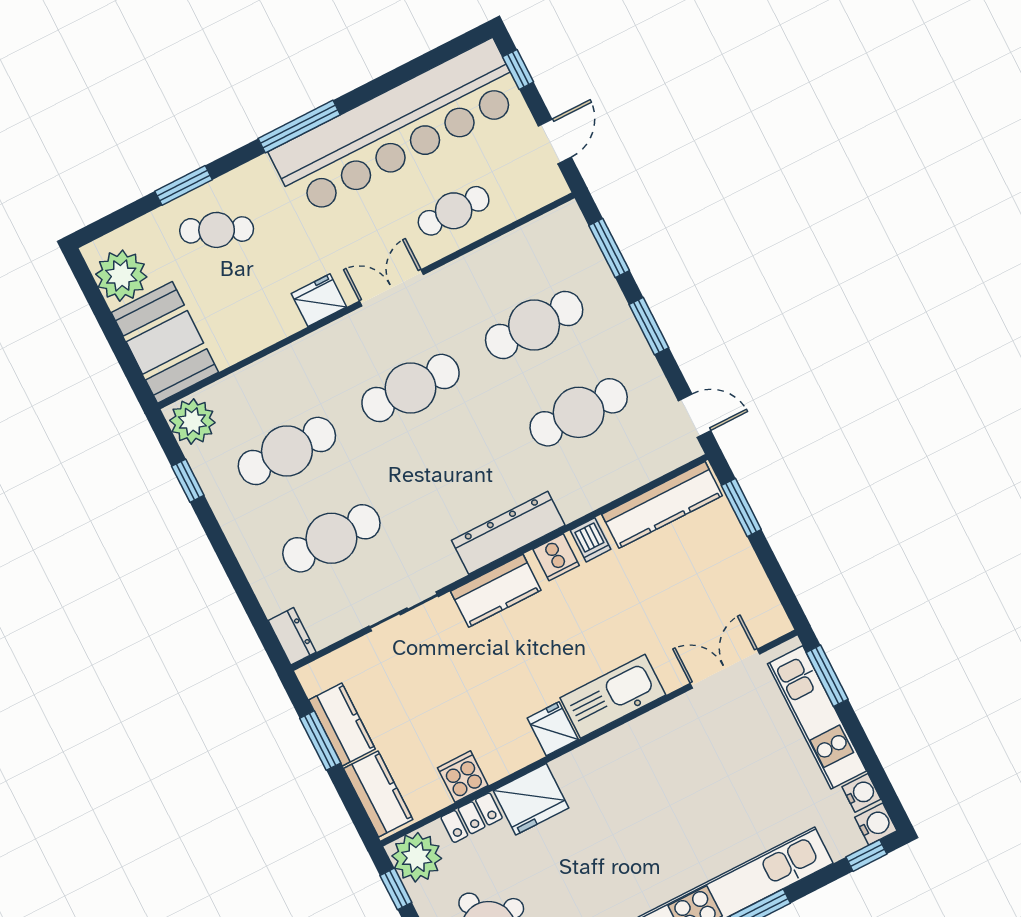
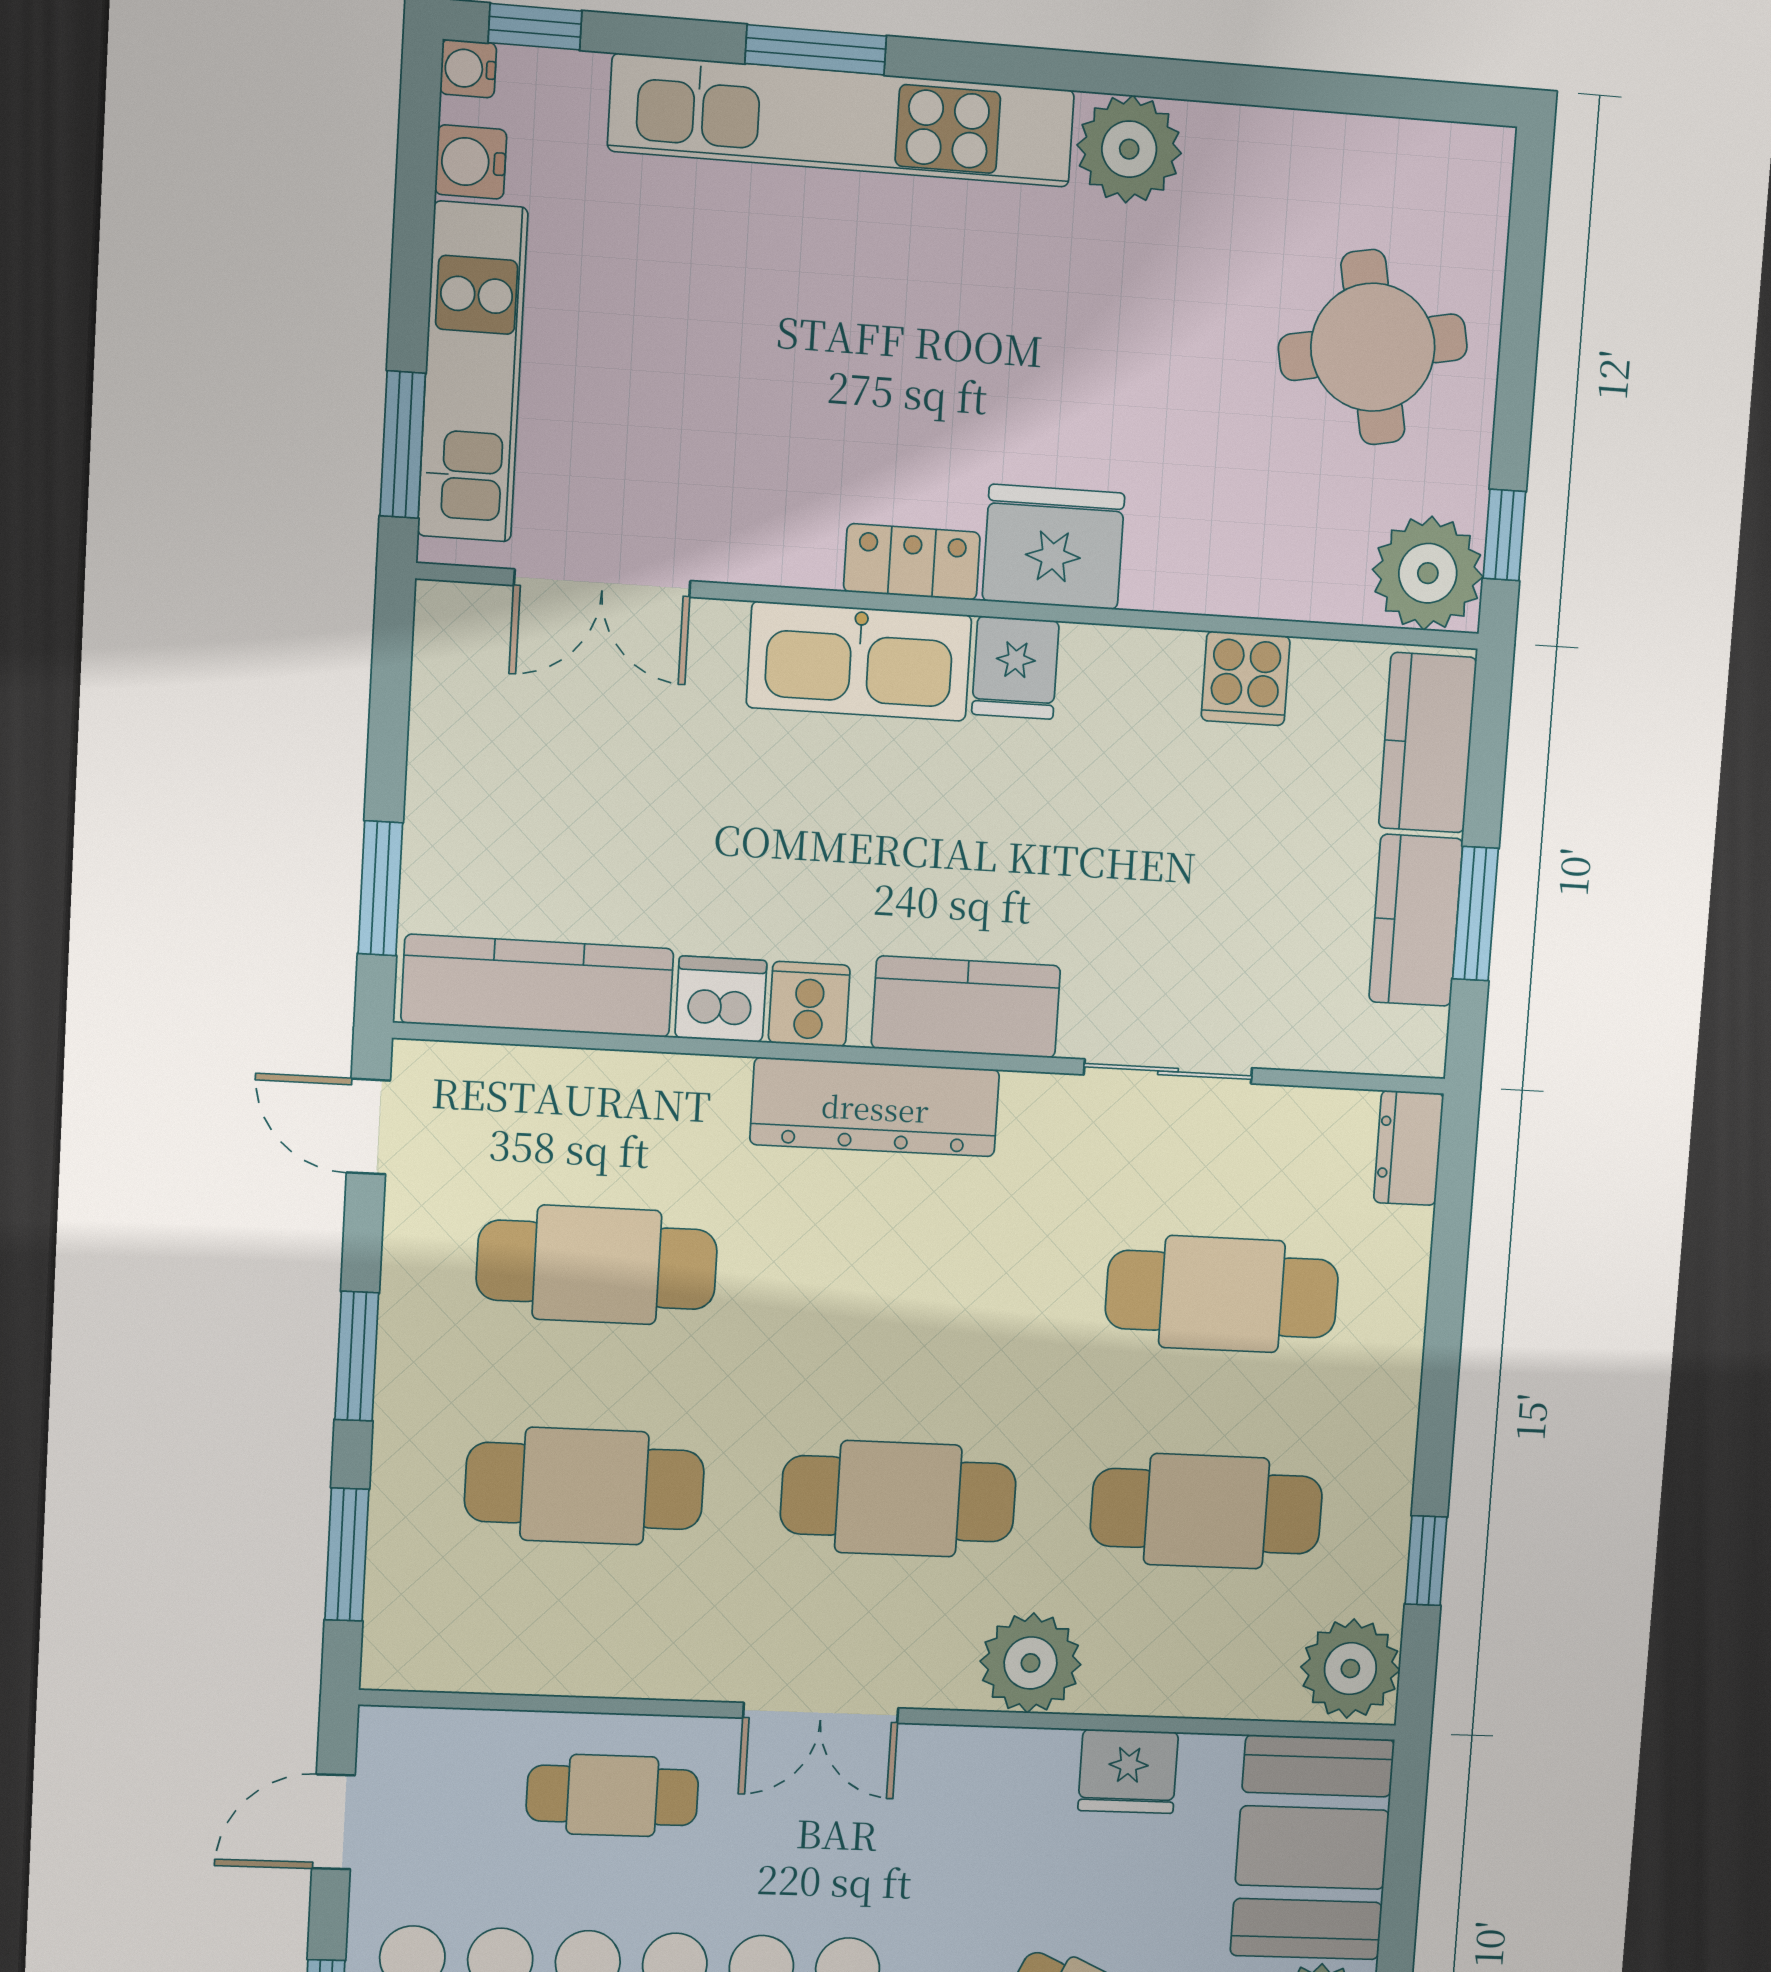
fridge: (319, 300) -> (1128, 1771), moved
plant: (321, 353) -> (1031, 1663), added
dishwasher: (590, 540) -> (721, 999), width x1.38
fridge: (531, 799) -> (1053, 547), moved
locker: (472, 818) -> (912, 562), moved
water cooler: (876, 824) -> (468, 69), width x0.72, depth x0.72

